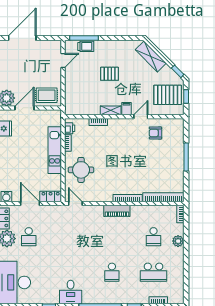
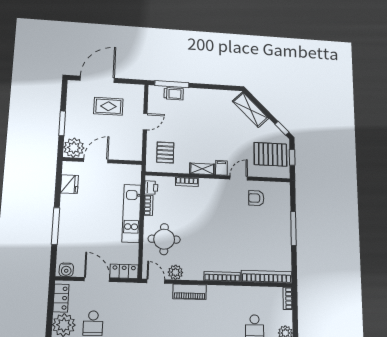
door: (63, 61) -> (145, 122), moved
pallet: (110, 74) -> (165, 152), moved, turned 90
rug: (47, 95) -> (108, 106), moved
plant: (91, 196) -> (175, 272), added
piano: (117, 211) -> (190, 292), moved

